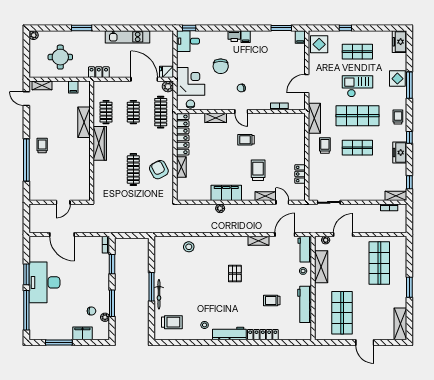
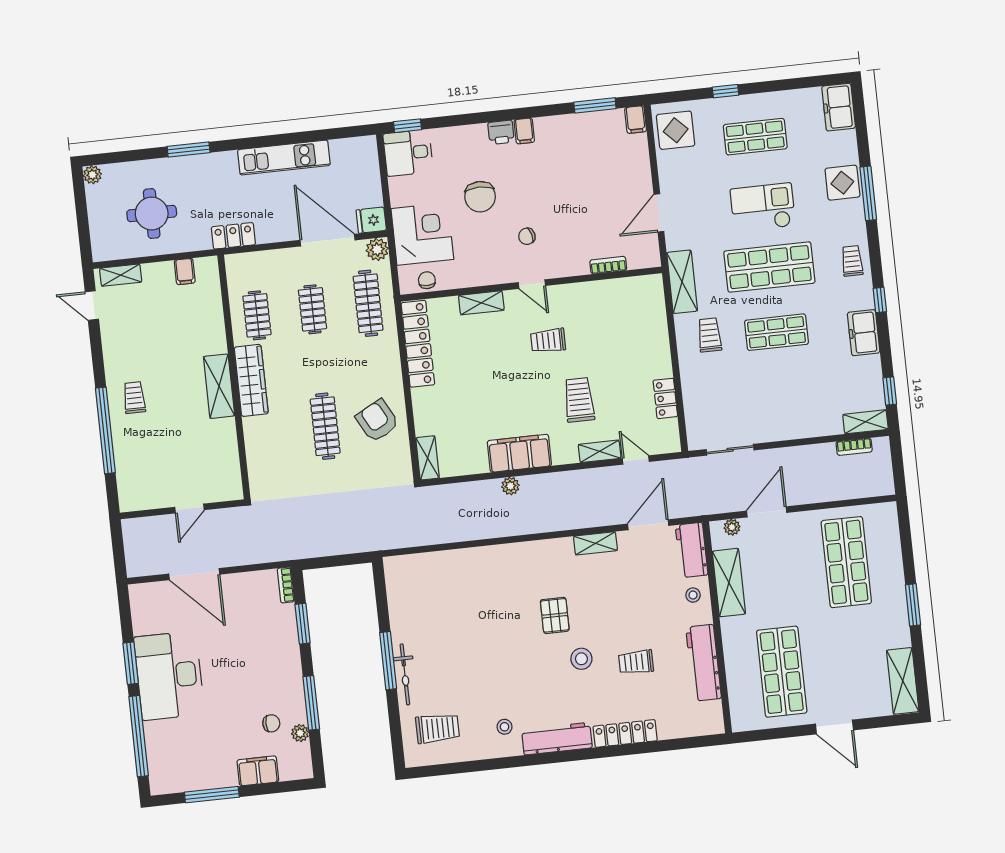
shelving: (84, 122) -> (219, 386), moved
shelving: (181, 167) -> (428, 458), moved
stool: (189, 247) -> (581, 659), moved

